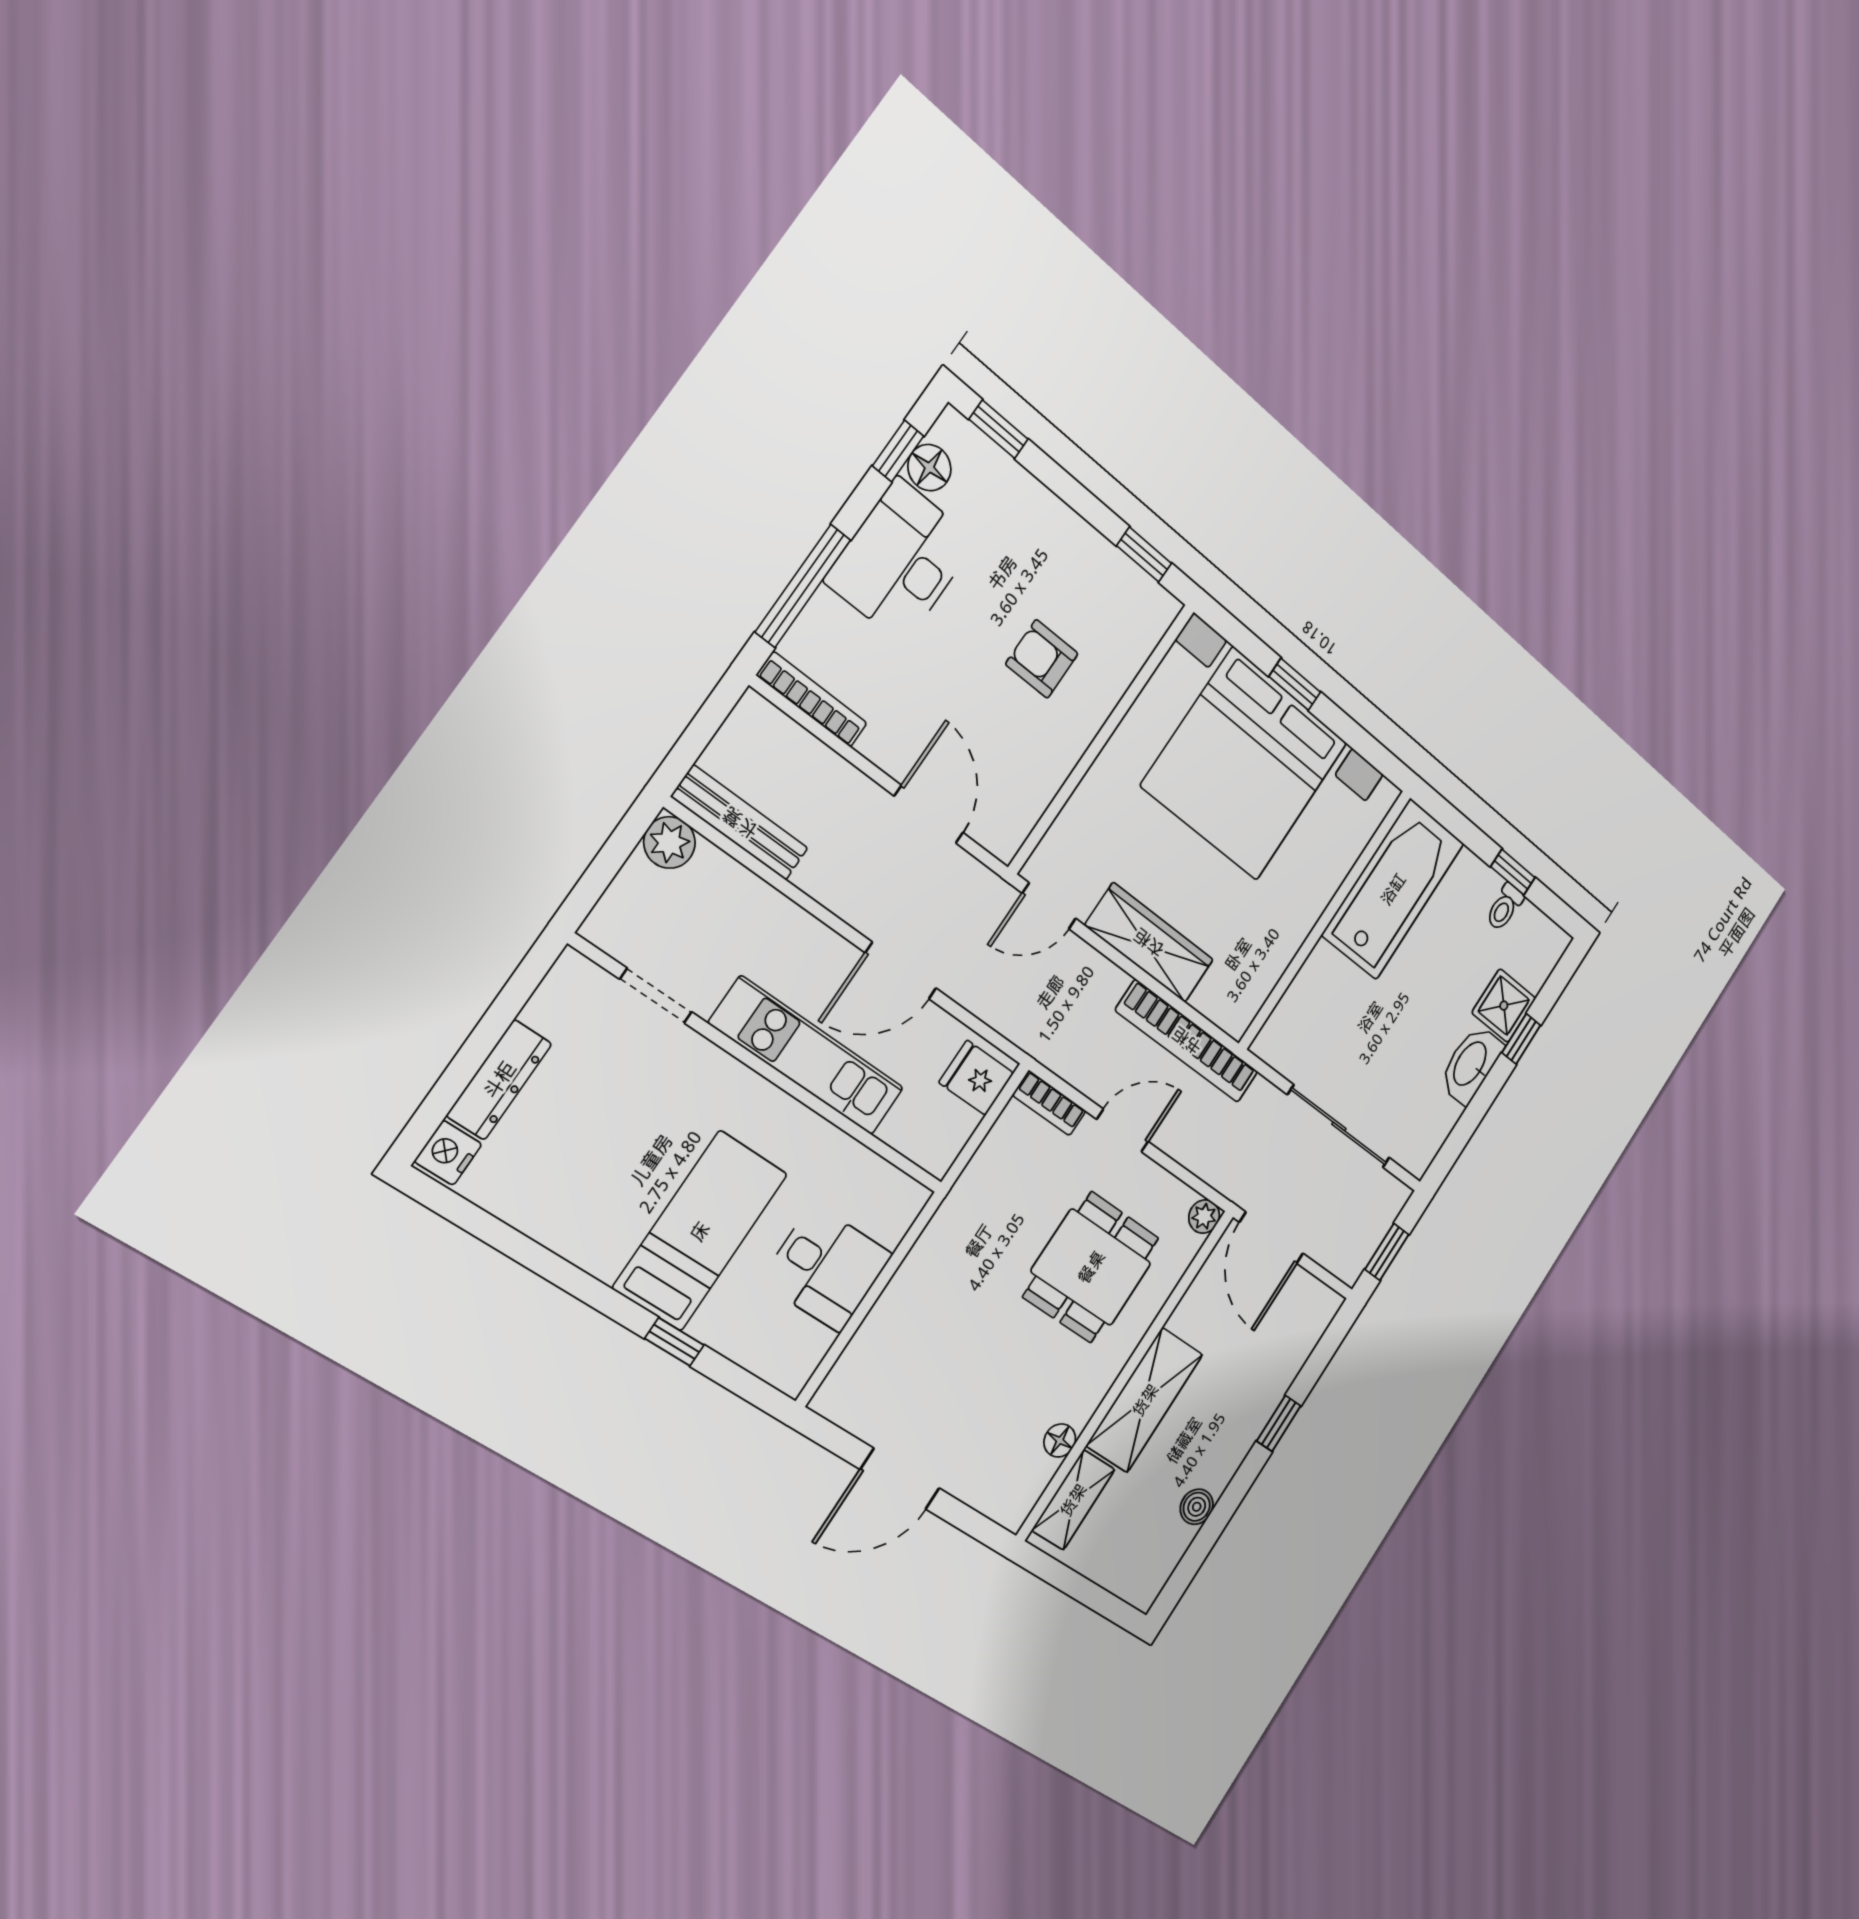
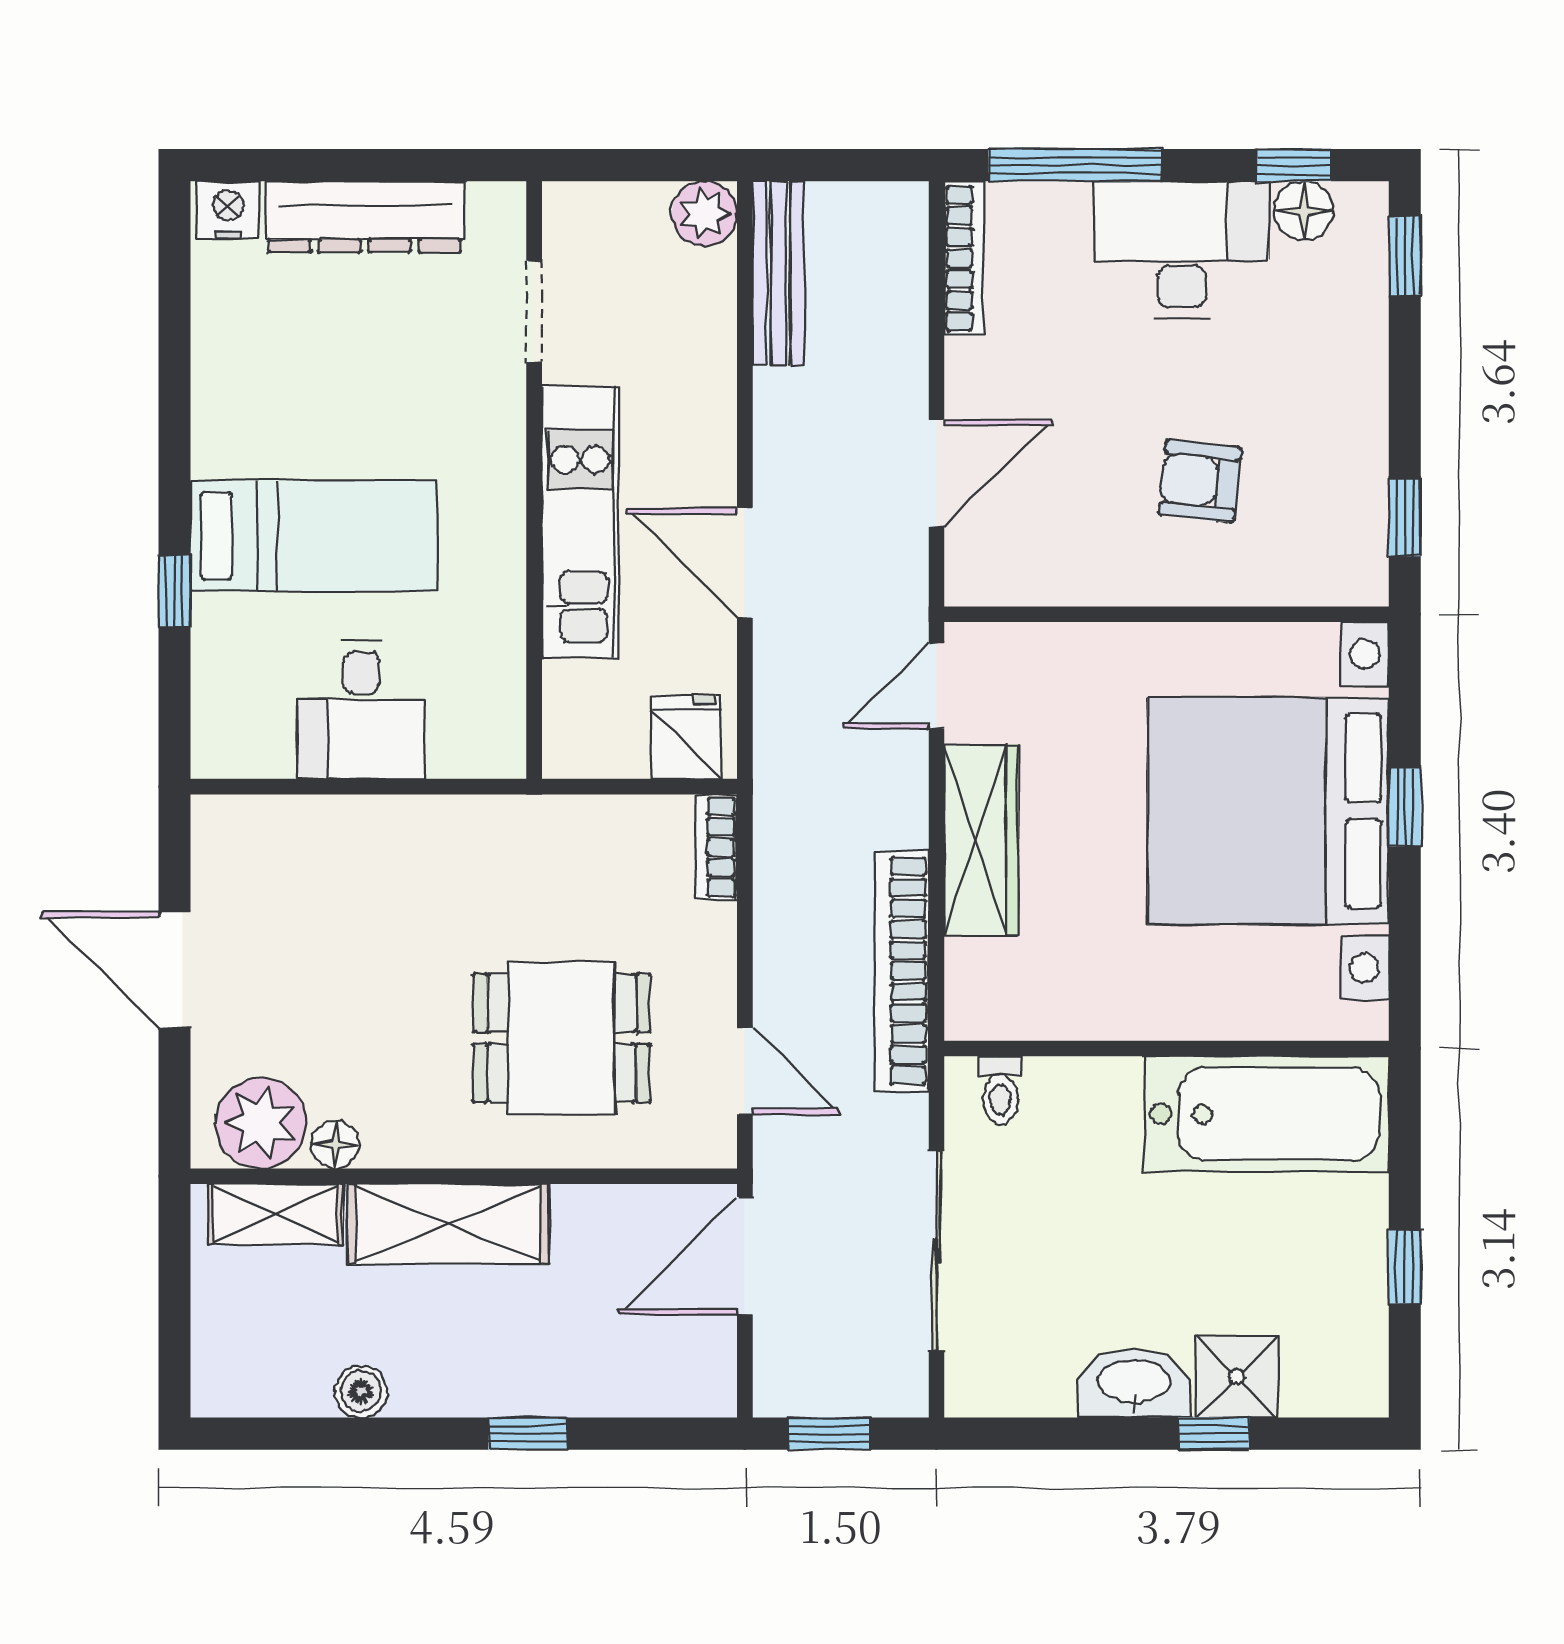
armchair: (1042, 659) -> (1200, 481), turned -84
door: (1049, 906) -> (937, 686), hinge flipped
toilet: (1505, 907) -> (1000, 1090), moved, turned -90
dresser: (499, 1080) -> (365, 217), width x1.37, depth x1.24
door: (1122, 1130) -> (745, 1071), moved
plant: (1204, 1216) -> (261, 1123), moved, width x1.88, depth x1.88

